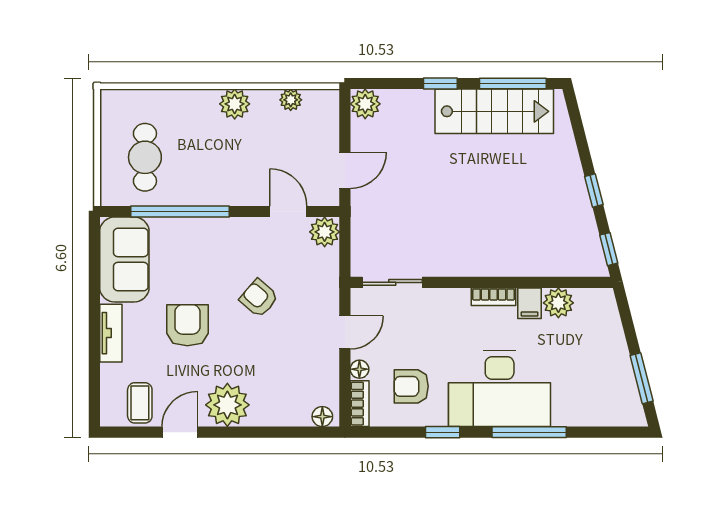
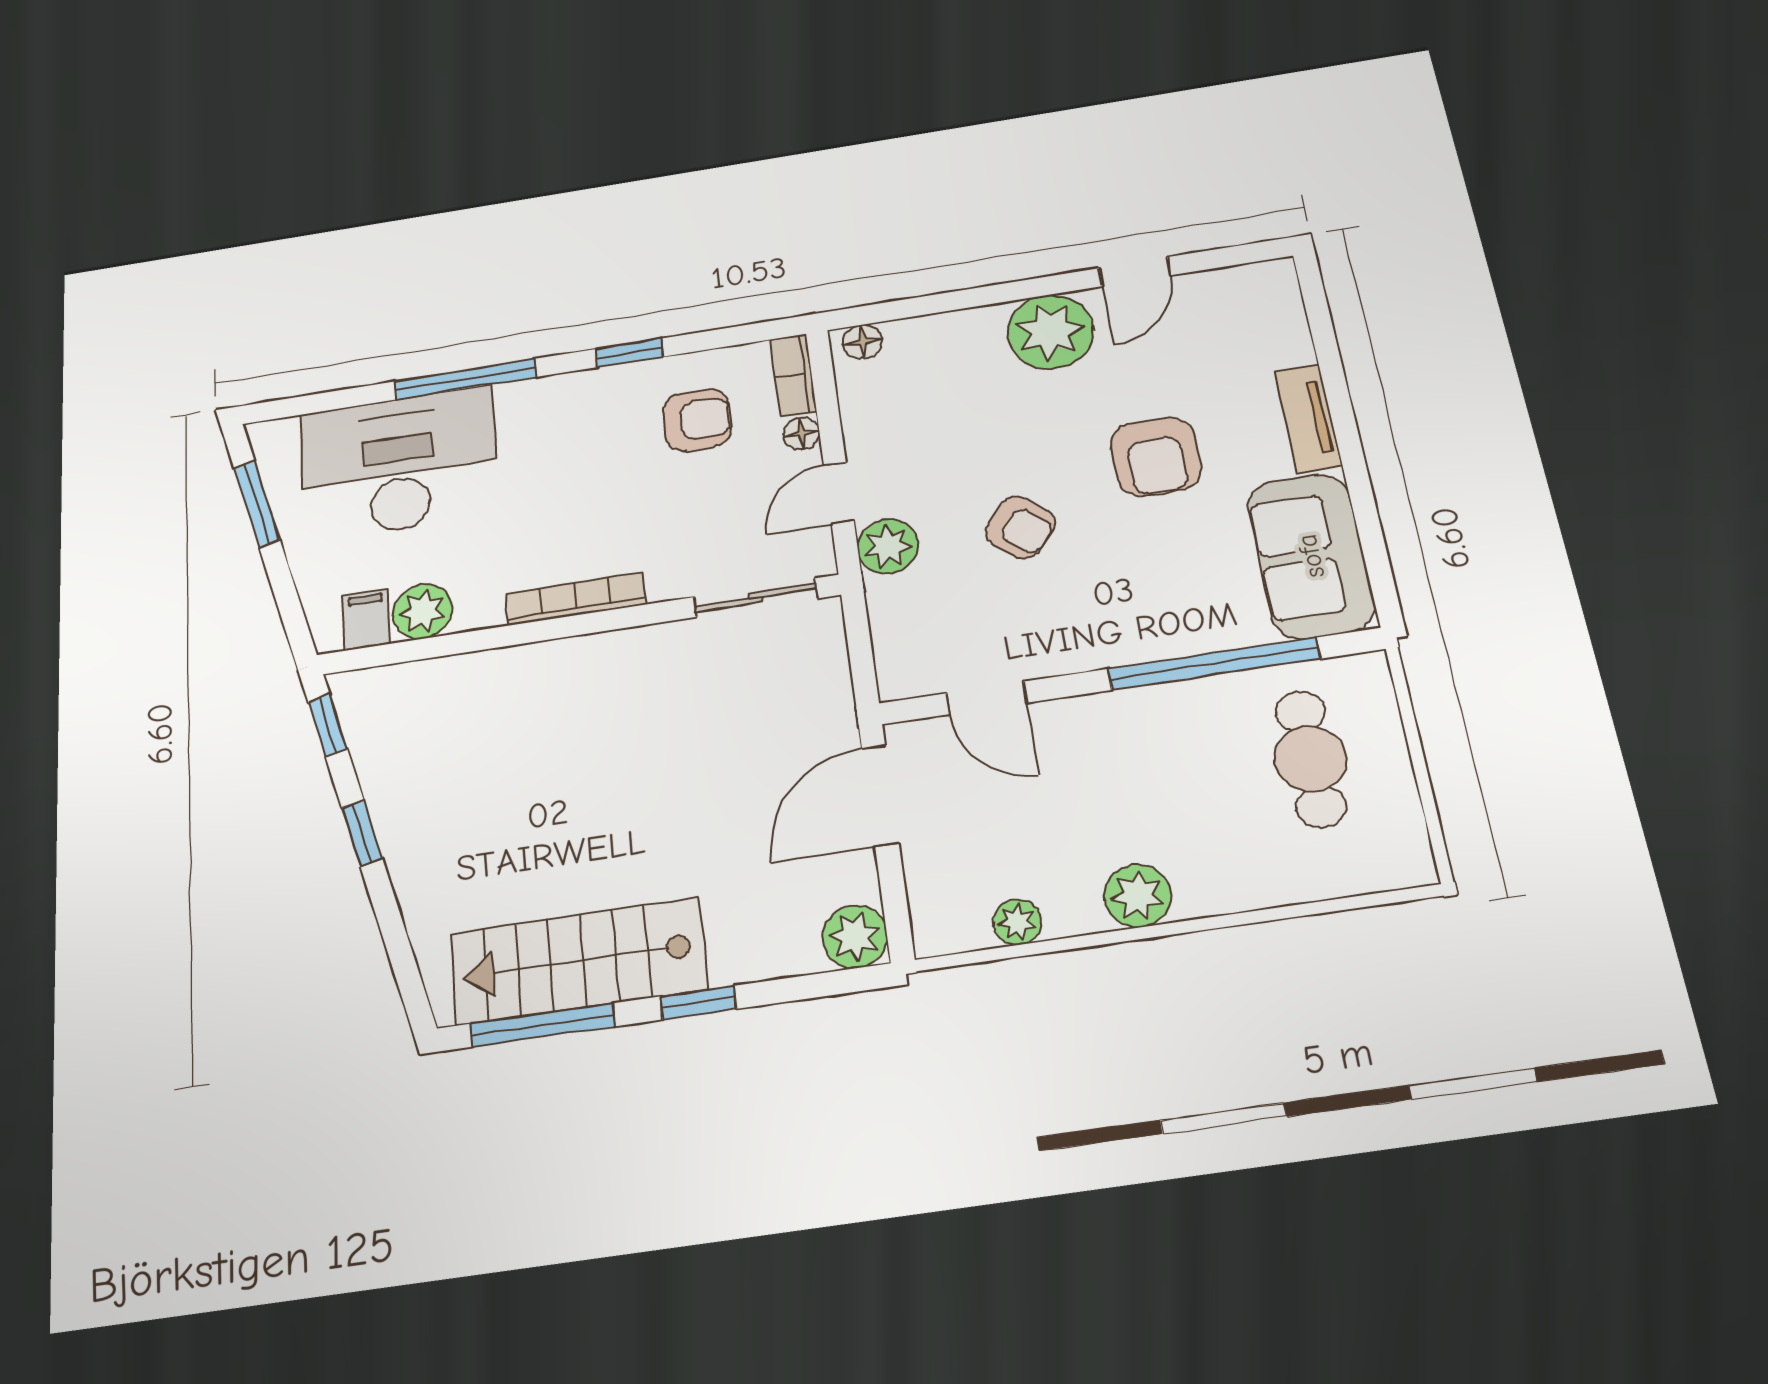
door: (345, 170) -> (880, 796), width x1.38
plant: (325, 232) -> (888, 546), moved
bookcase: (494, 297) -> (576, 599), width x1.56
filing cabinet: (530, 303) -> (366, 619), moved
desk: (500, 389) -> (399, 463), moved
coffee table: (140, 403) -> (1223, 308), removed

